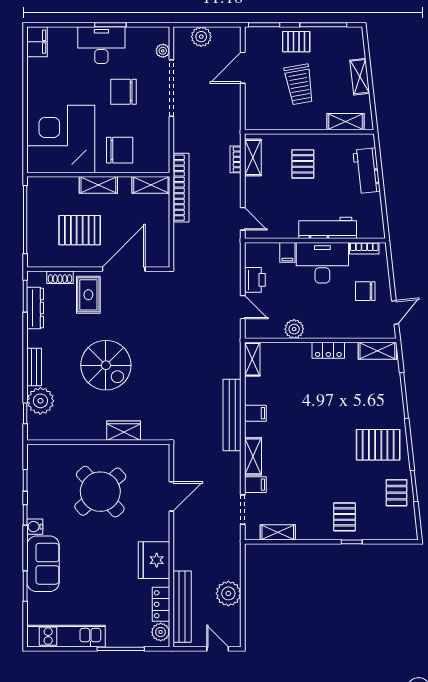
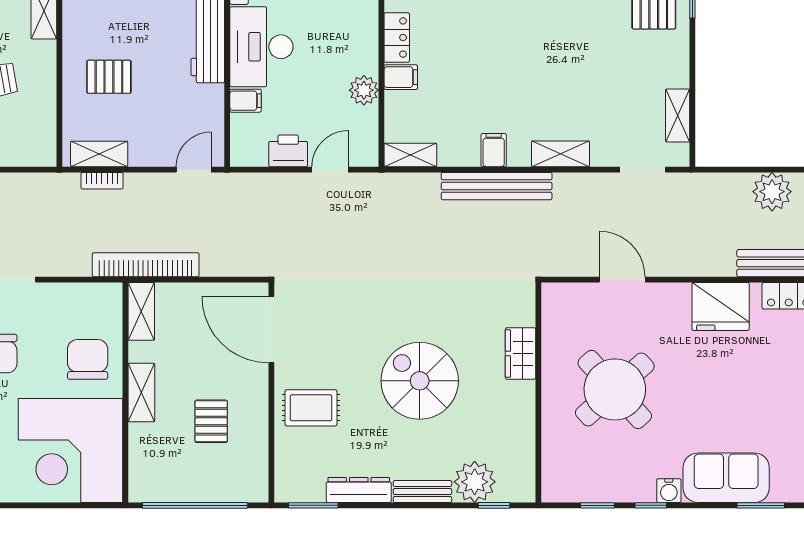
pallet: (80, 230) -> (211, 421), width x0.67, depth x0.71
door: (124, 269) -> (271, 330), moved
shoe rack: (60, 277) -> (284, 452), removed
dresser: (35, 308) -> (359, 490), moved
spiral stairs: (106, 365) -> (420, 381), turned -90
filing cabinet: (255, 485) -> (401, 77), moved, turned 90

